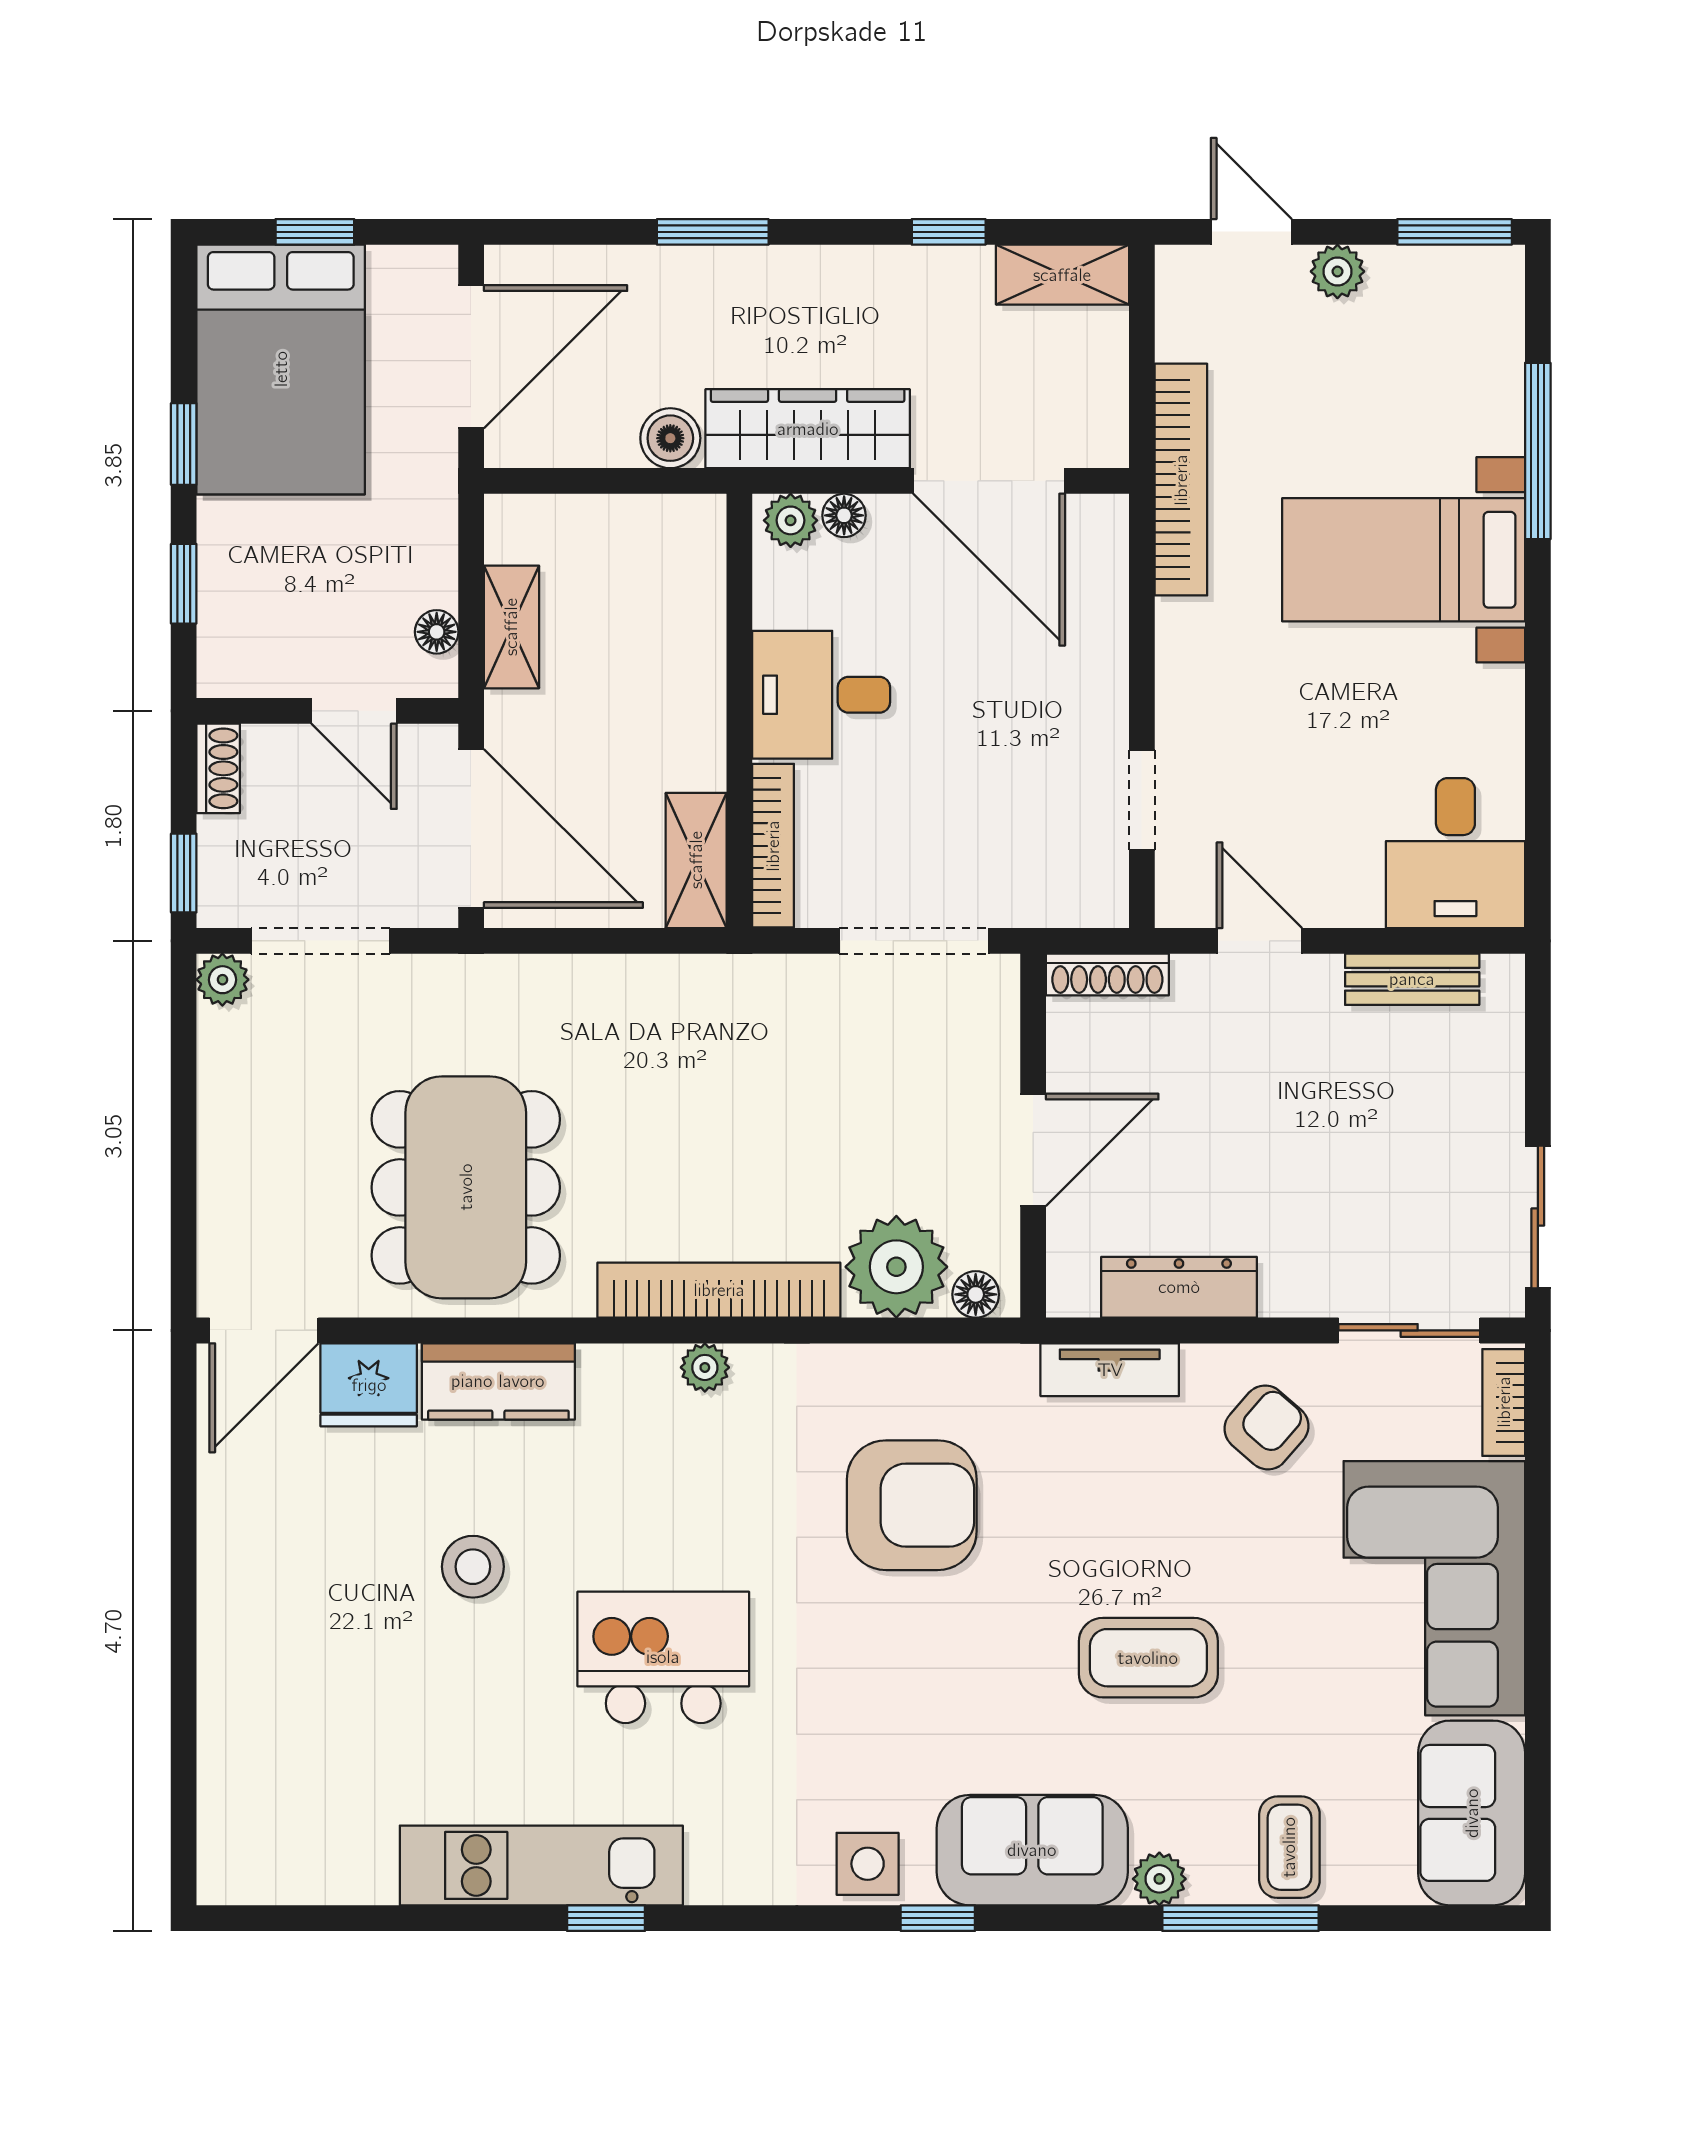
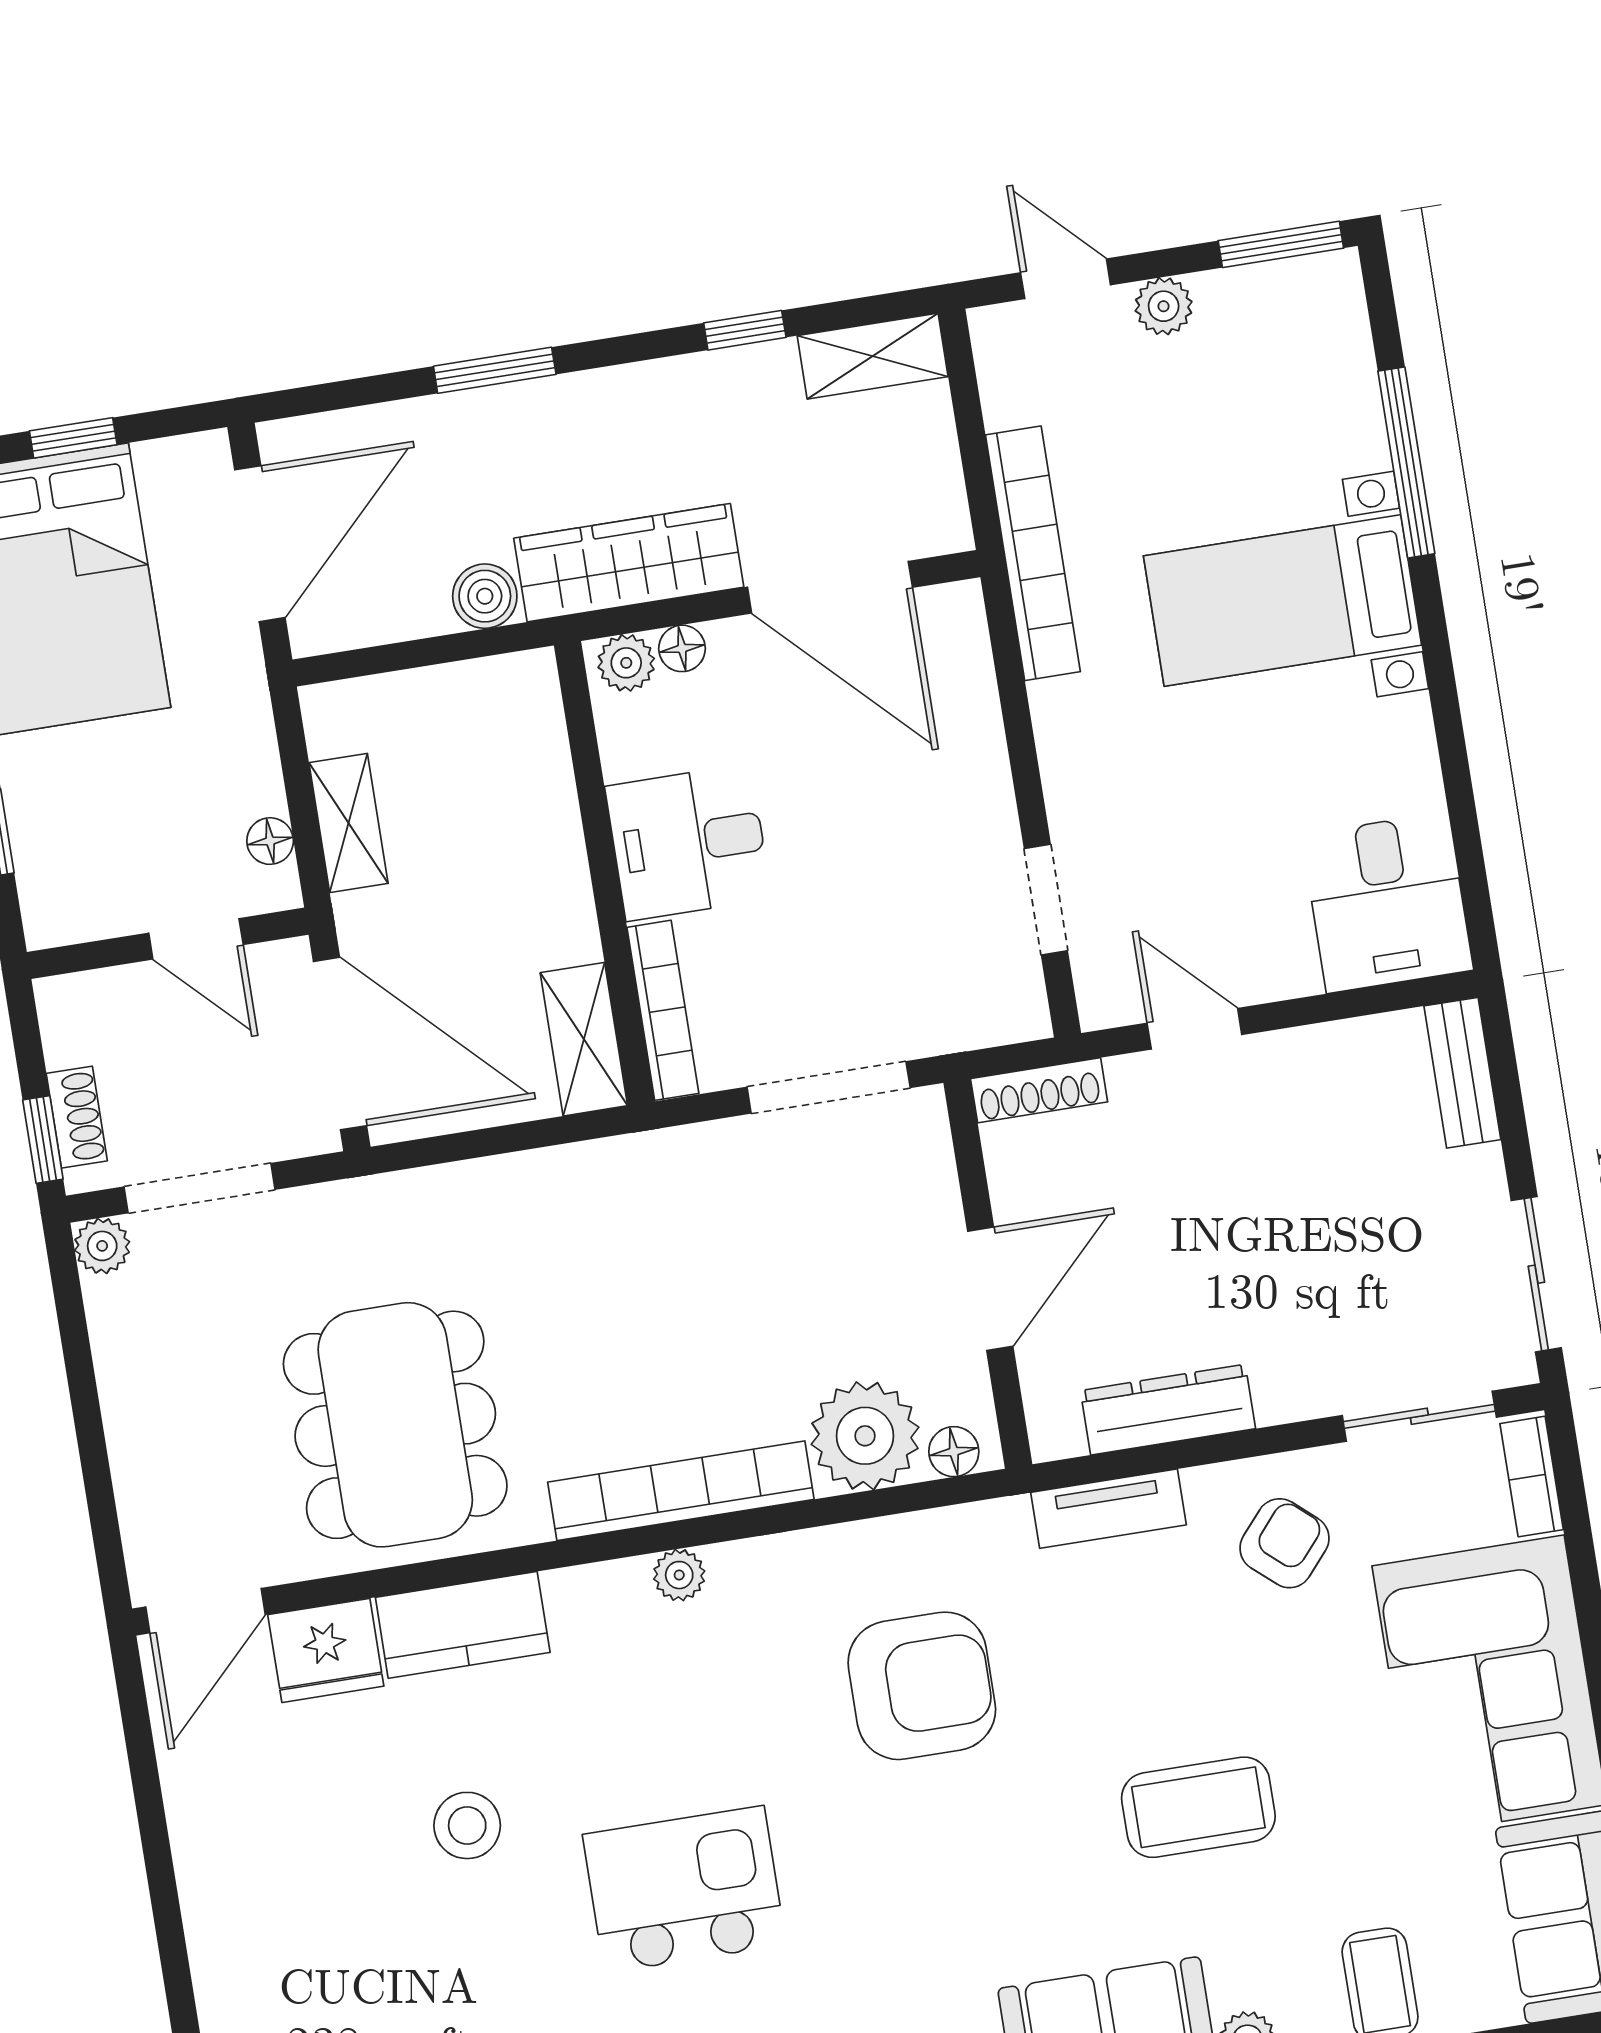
shoe rack: (218, 768) -> (77, 1117), moved
bench: (1412, 979) -> (1462, 1073), moved, turned 90

